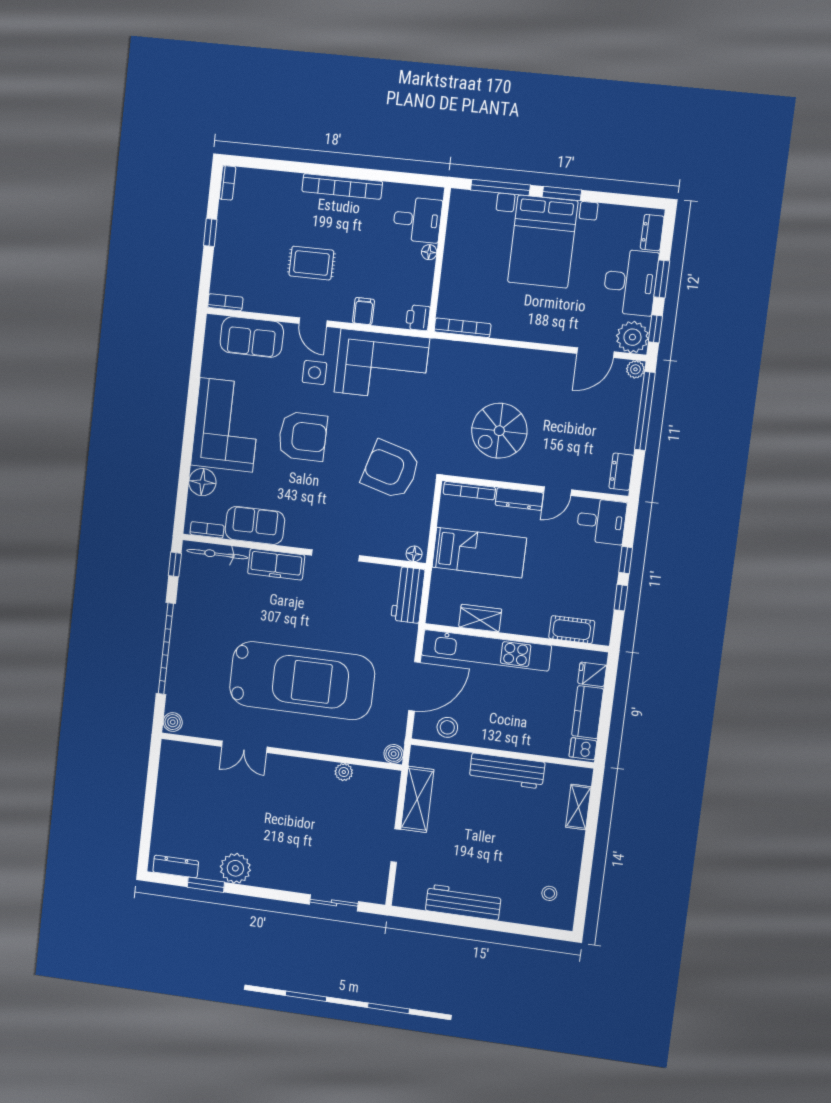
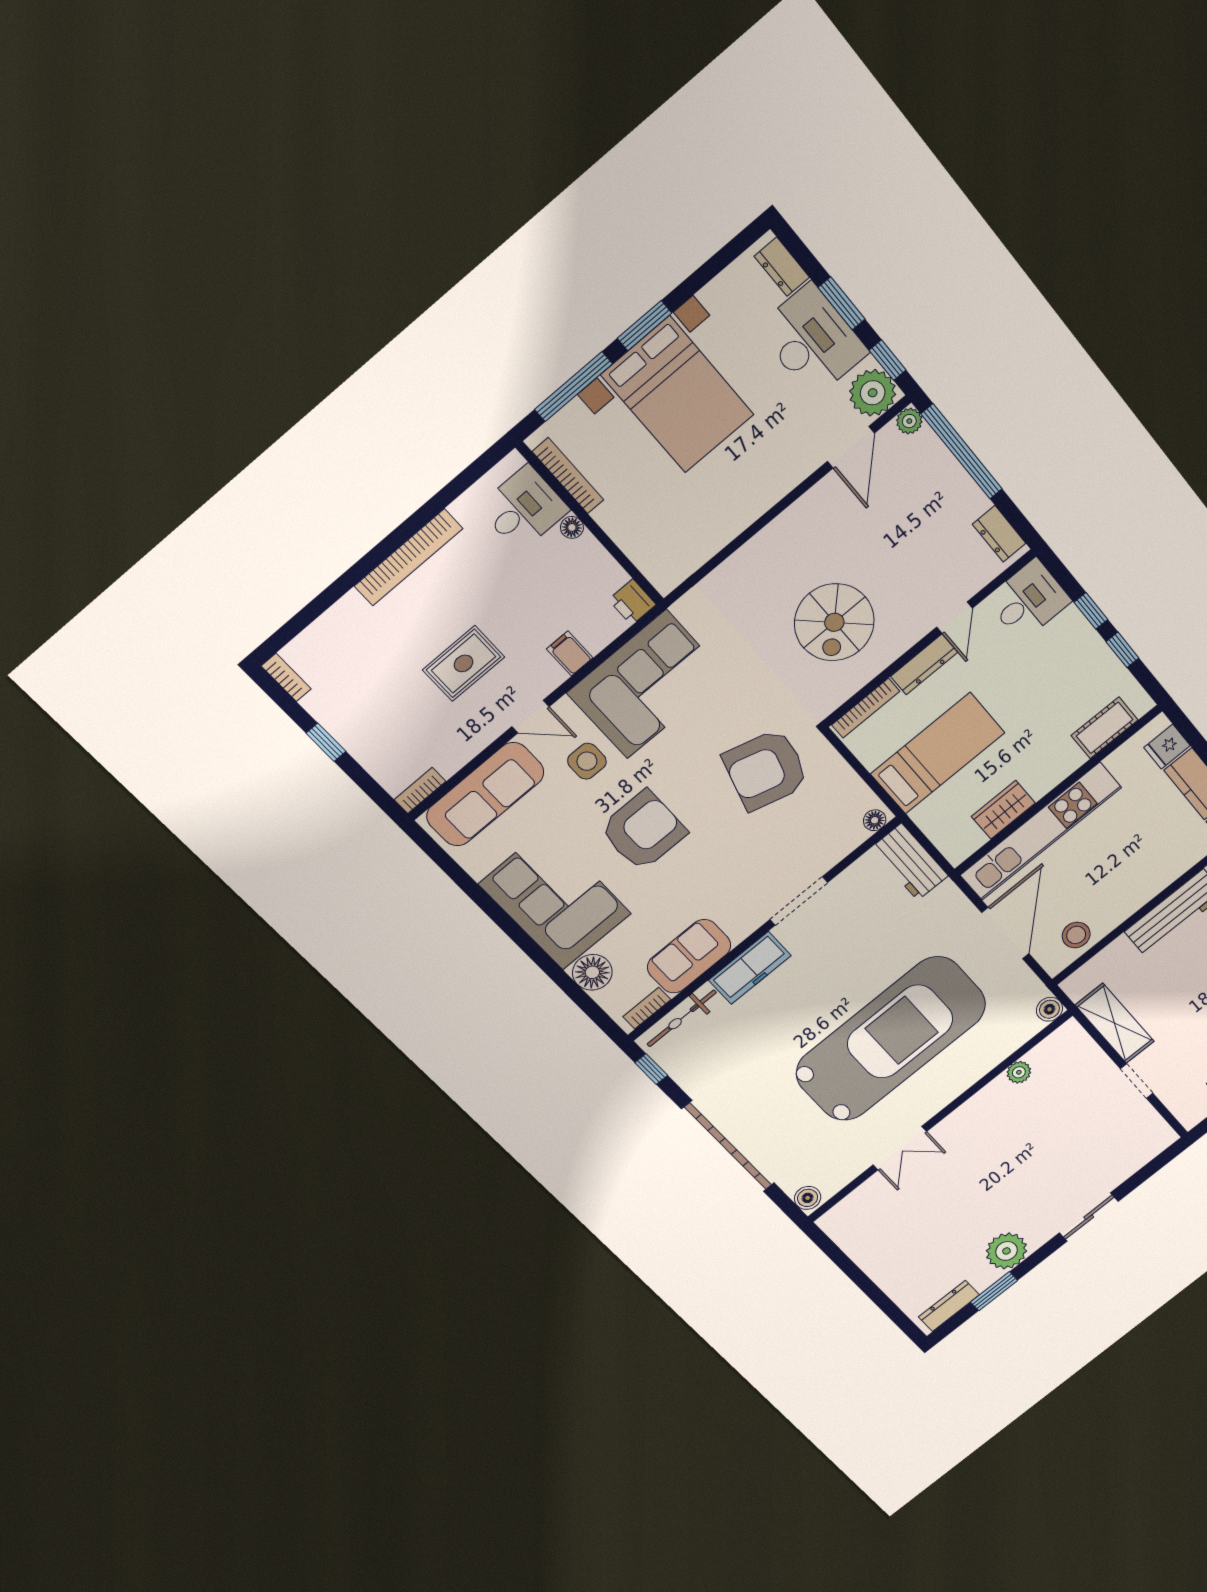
bookcase: (462, 328) -> (568, 476), moved, turned 90
sofa: (252, 337) -> (485, 794), width x1.36
sliding door: (334, 903) -> (1089, 1217), moved

